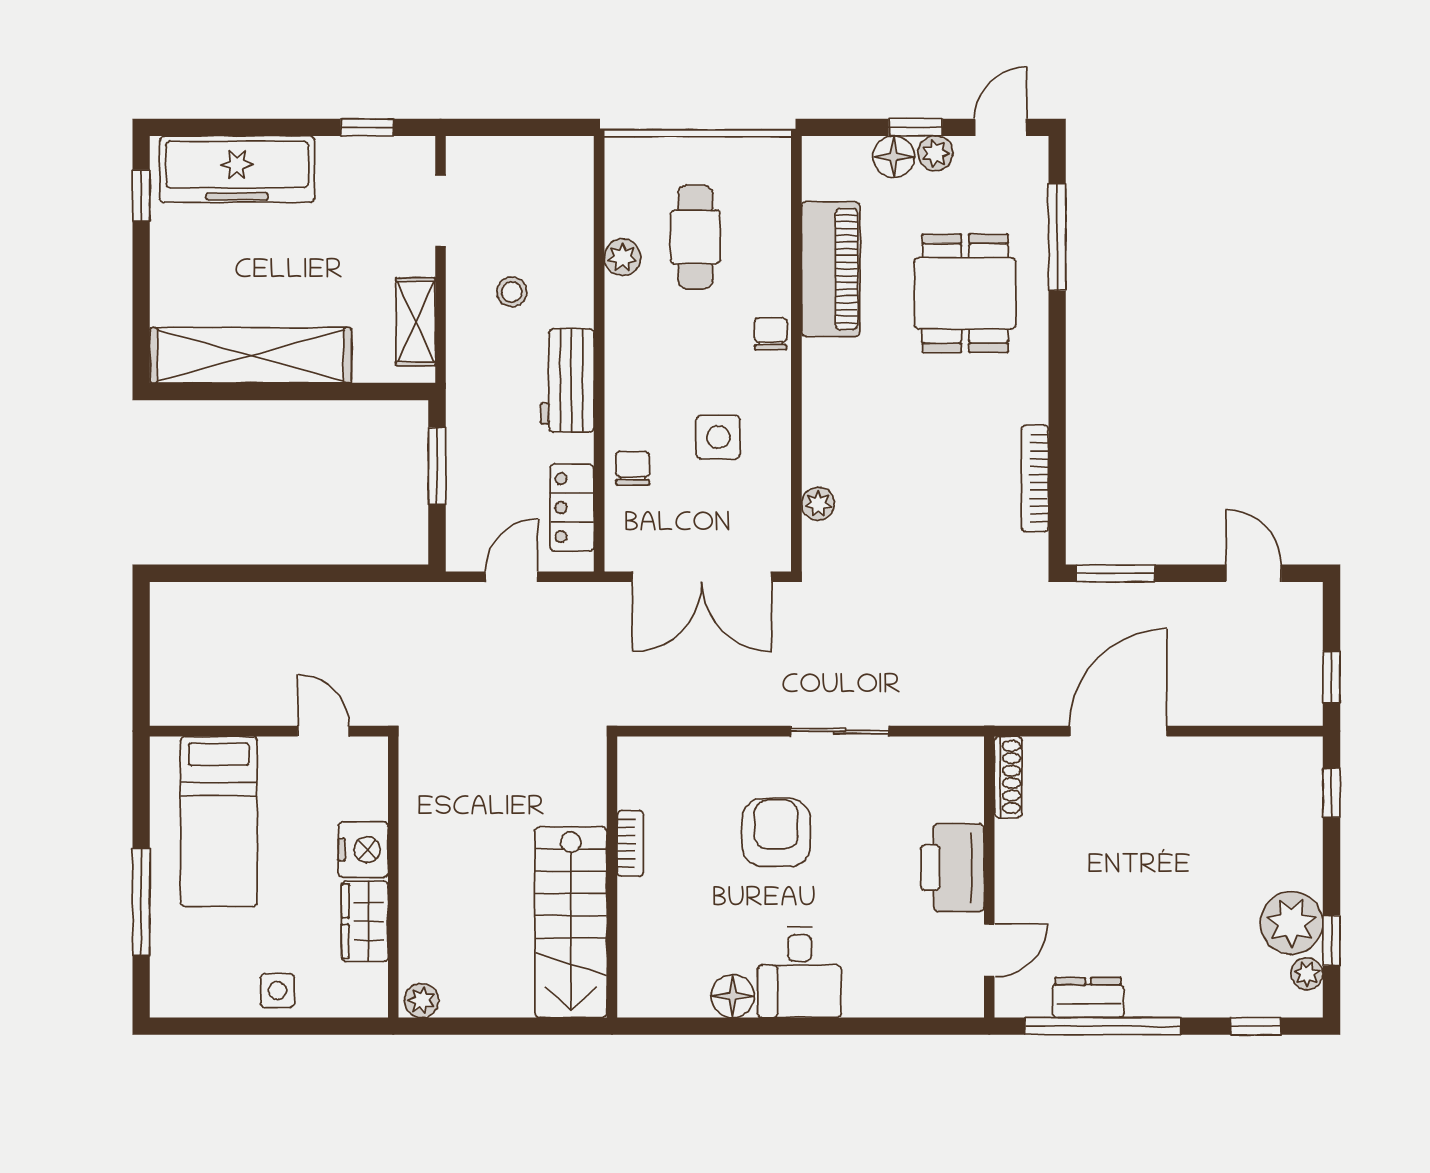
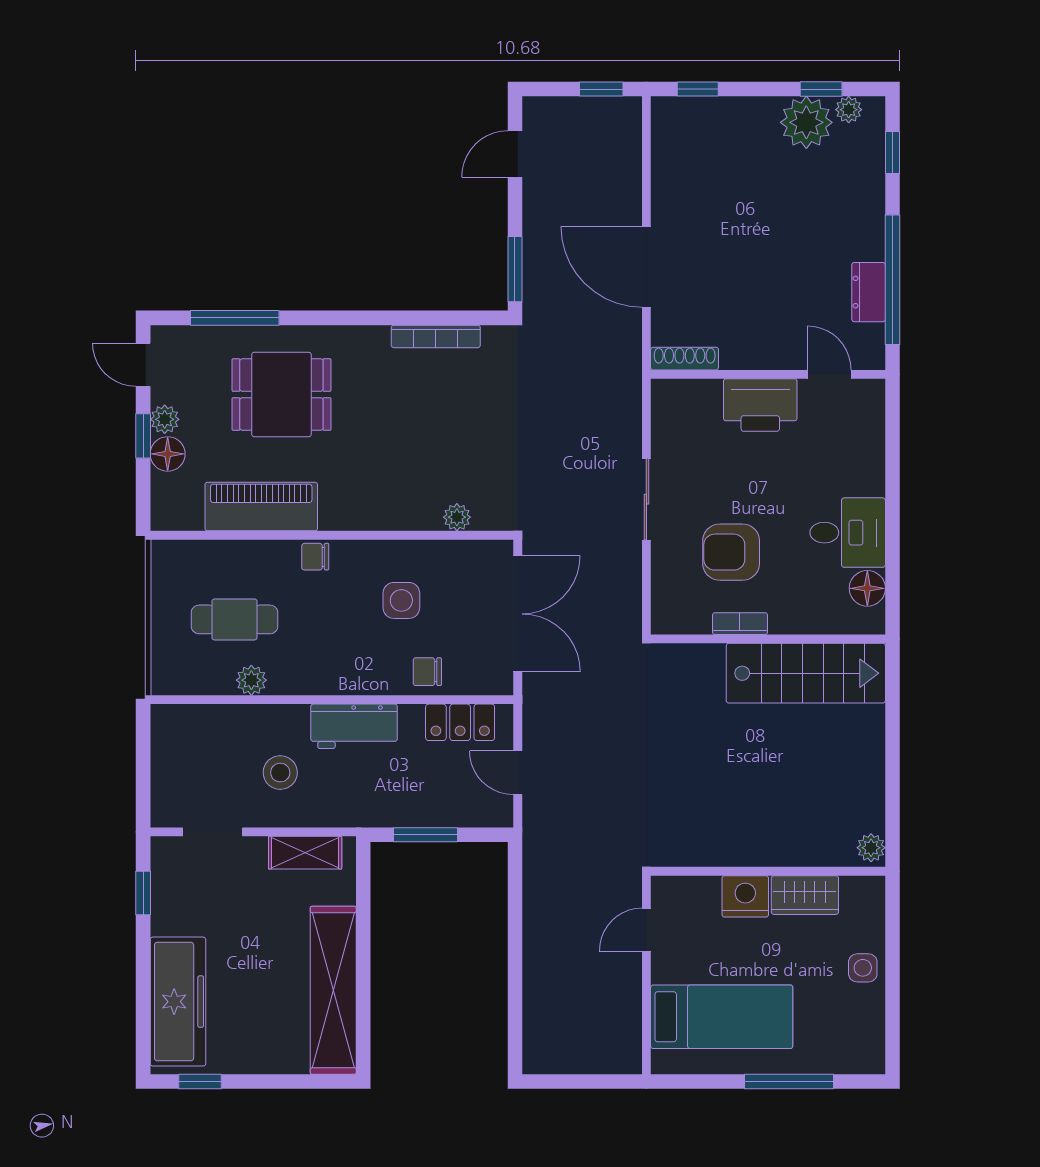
stool: (512, 292) -> (280, 773), width x1.37, depth x1.37
bookcase: (630, 843) -> (740, 624), moved
wall: (612, 877) -> (768, 639), moved
stairs: (571, 922) -> (806, 673), moved

